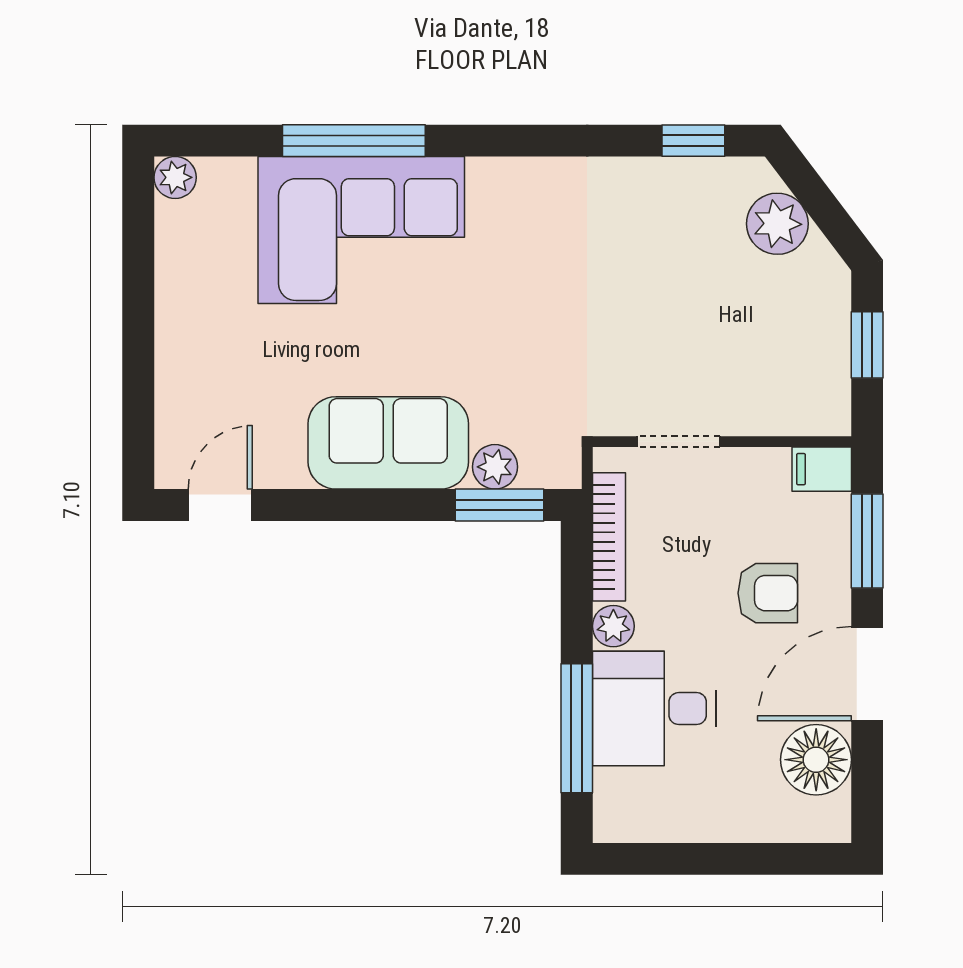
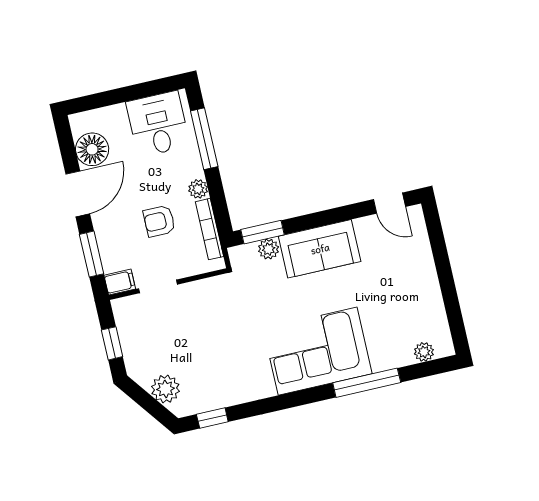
plant: (175, 177) -> (424, 352), moved
corner sofa: (361, 230) -> (318, 351), moved
doorway: (678, 442) -> (158, 286), moved
door: (220, 505) -> (389, 203), hinge flipped
armchair: (768, 593) -> (159, 221), moved
desk: (654, 709) -> (158, 124), moved, turned -90

